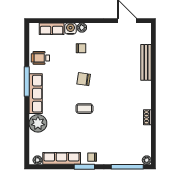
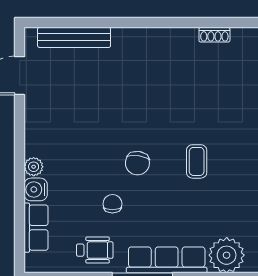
chair: (81, 48) -> (112, 204), moved
wheelchair: (40, 58) -> (95, 250), turned -90
bench: (146, 62) -> (74, 37), moved

